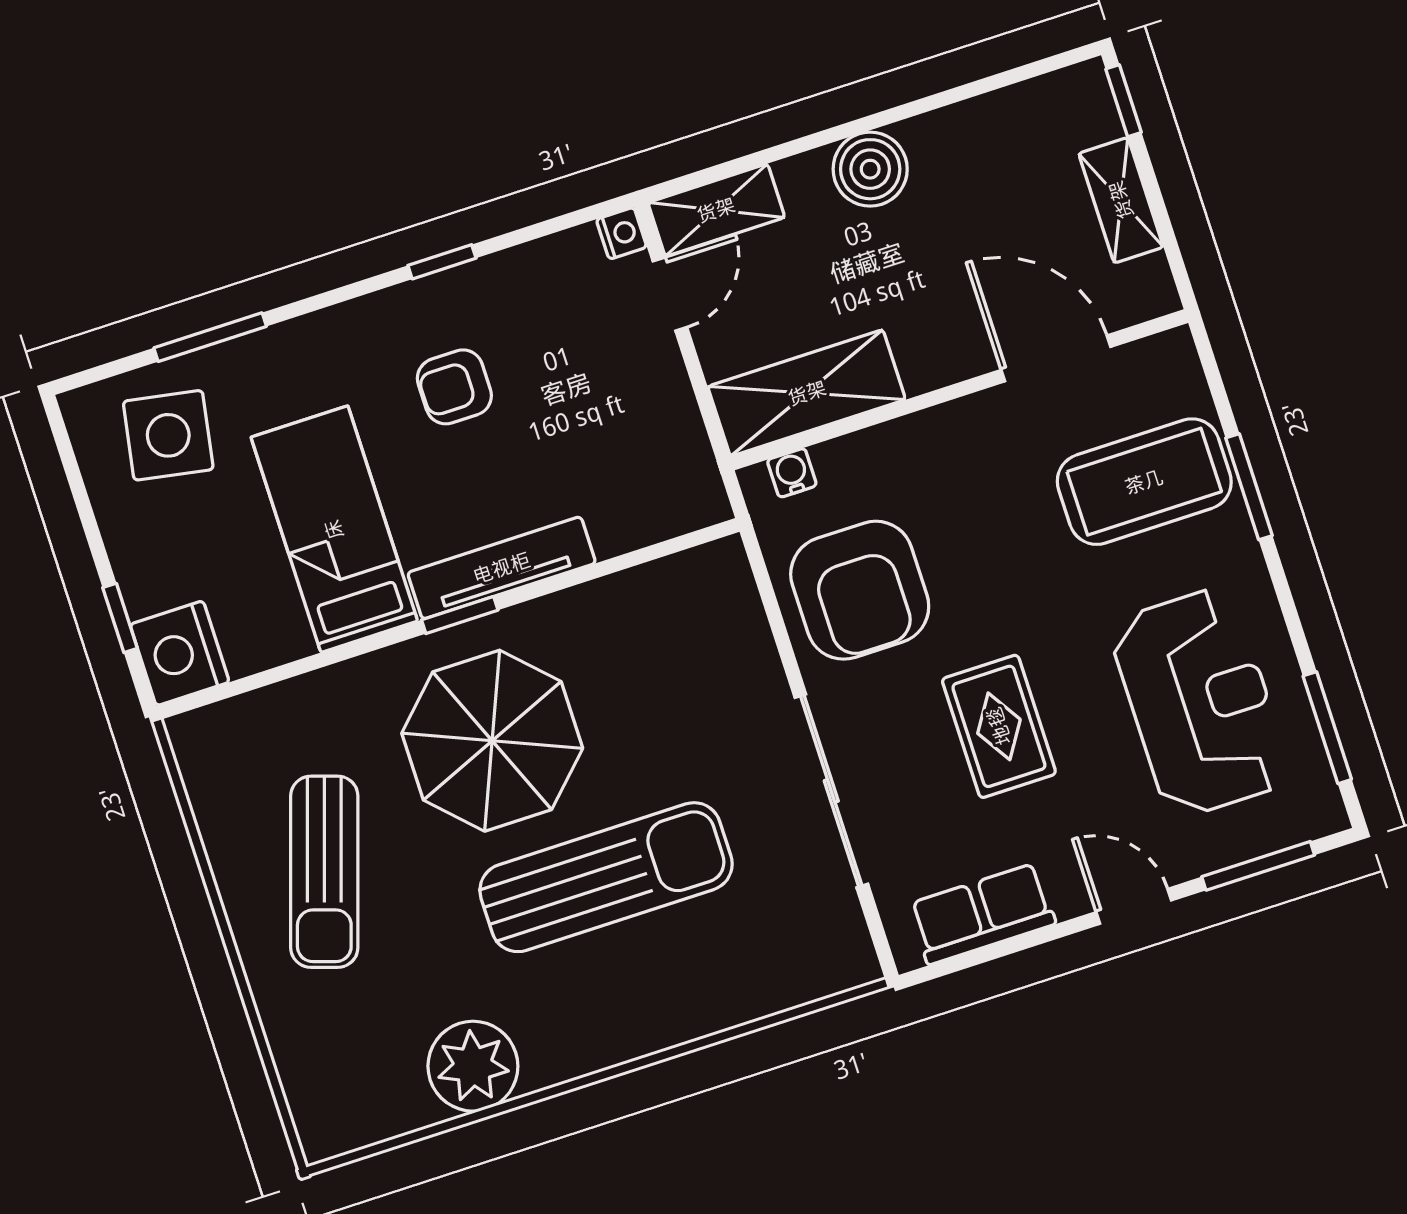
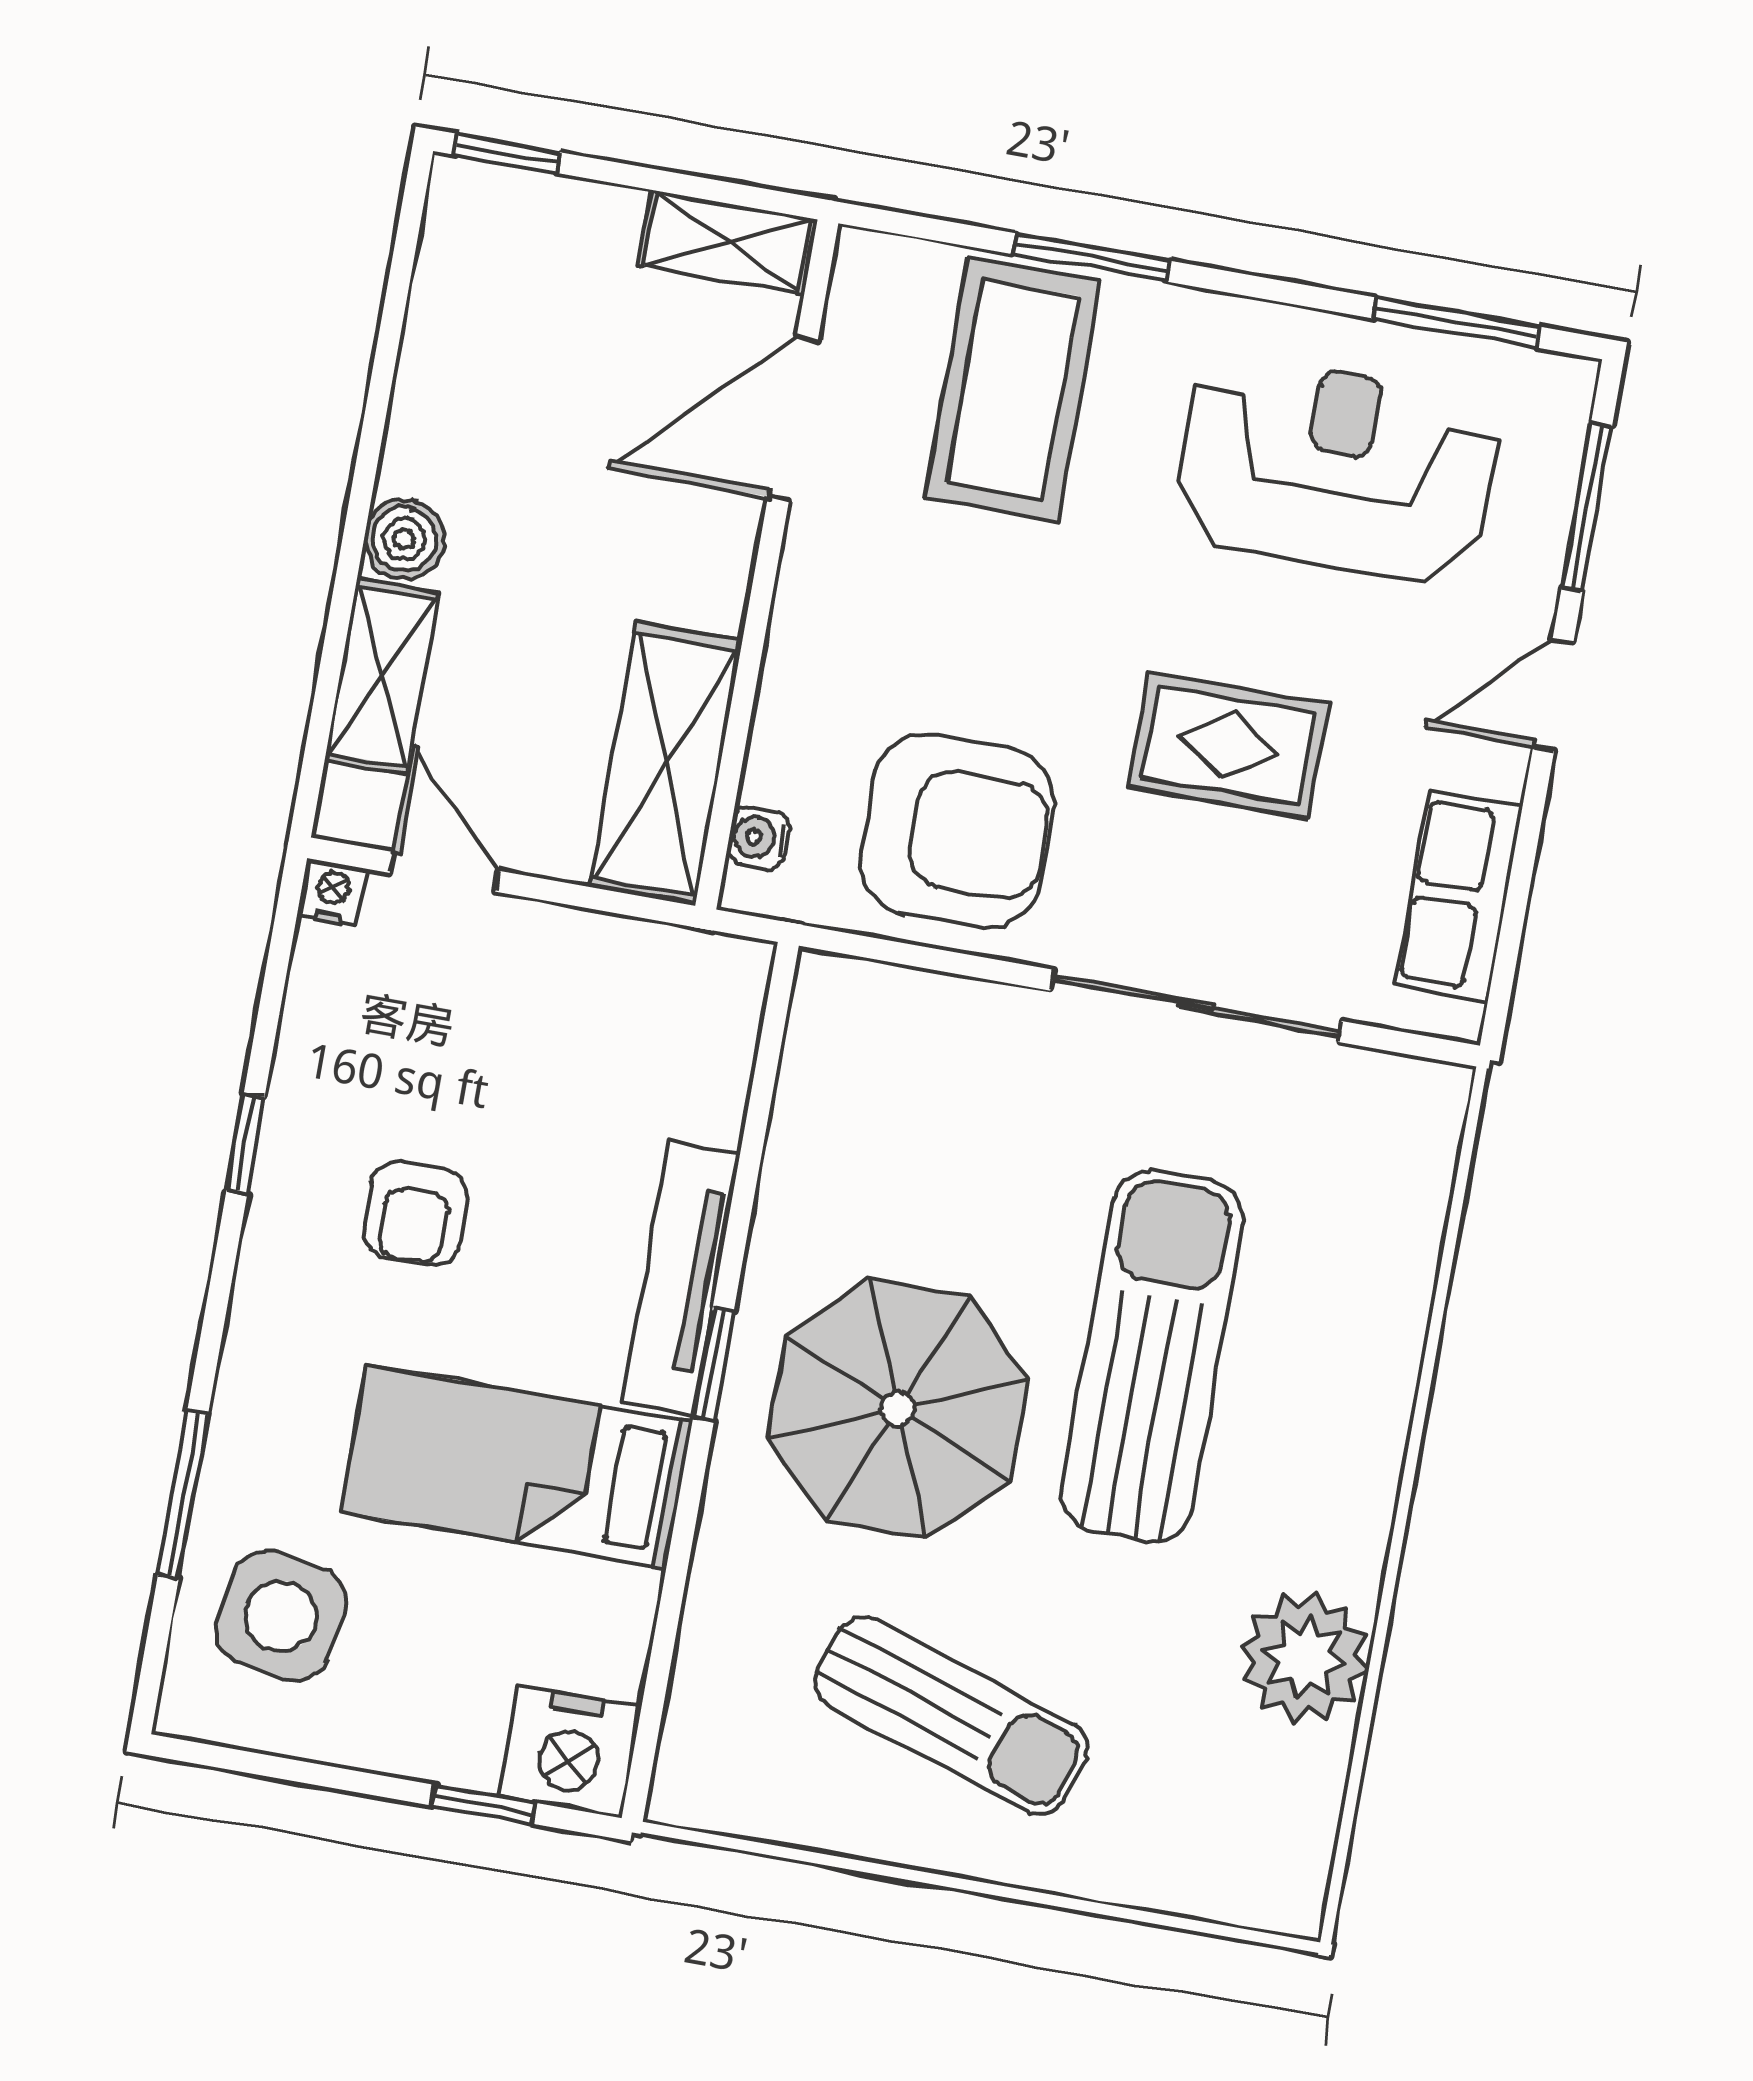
boiler: (870, 169) -> (404, 539), width x0.73, depth x0.73
shelving: (1121, 200) -> (728, 242), moved
shelving: (716, 210) -> (382, 676), moved

